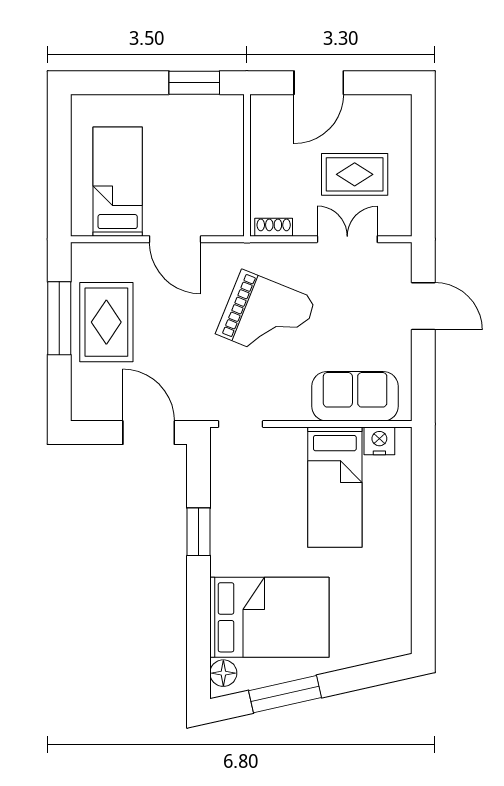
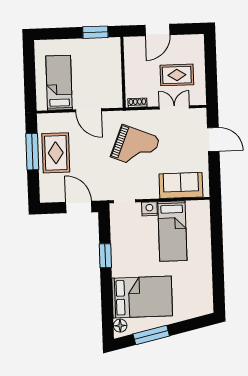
nightstand: (379, 441) -> (149, 209), moved

